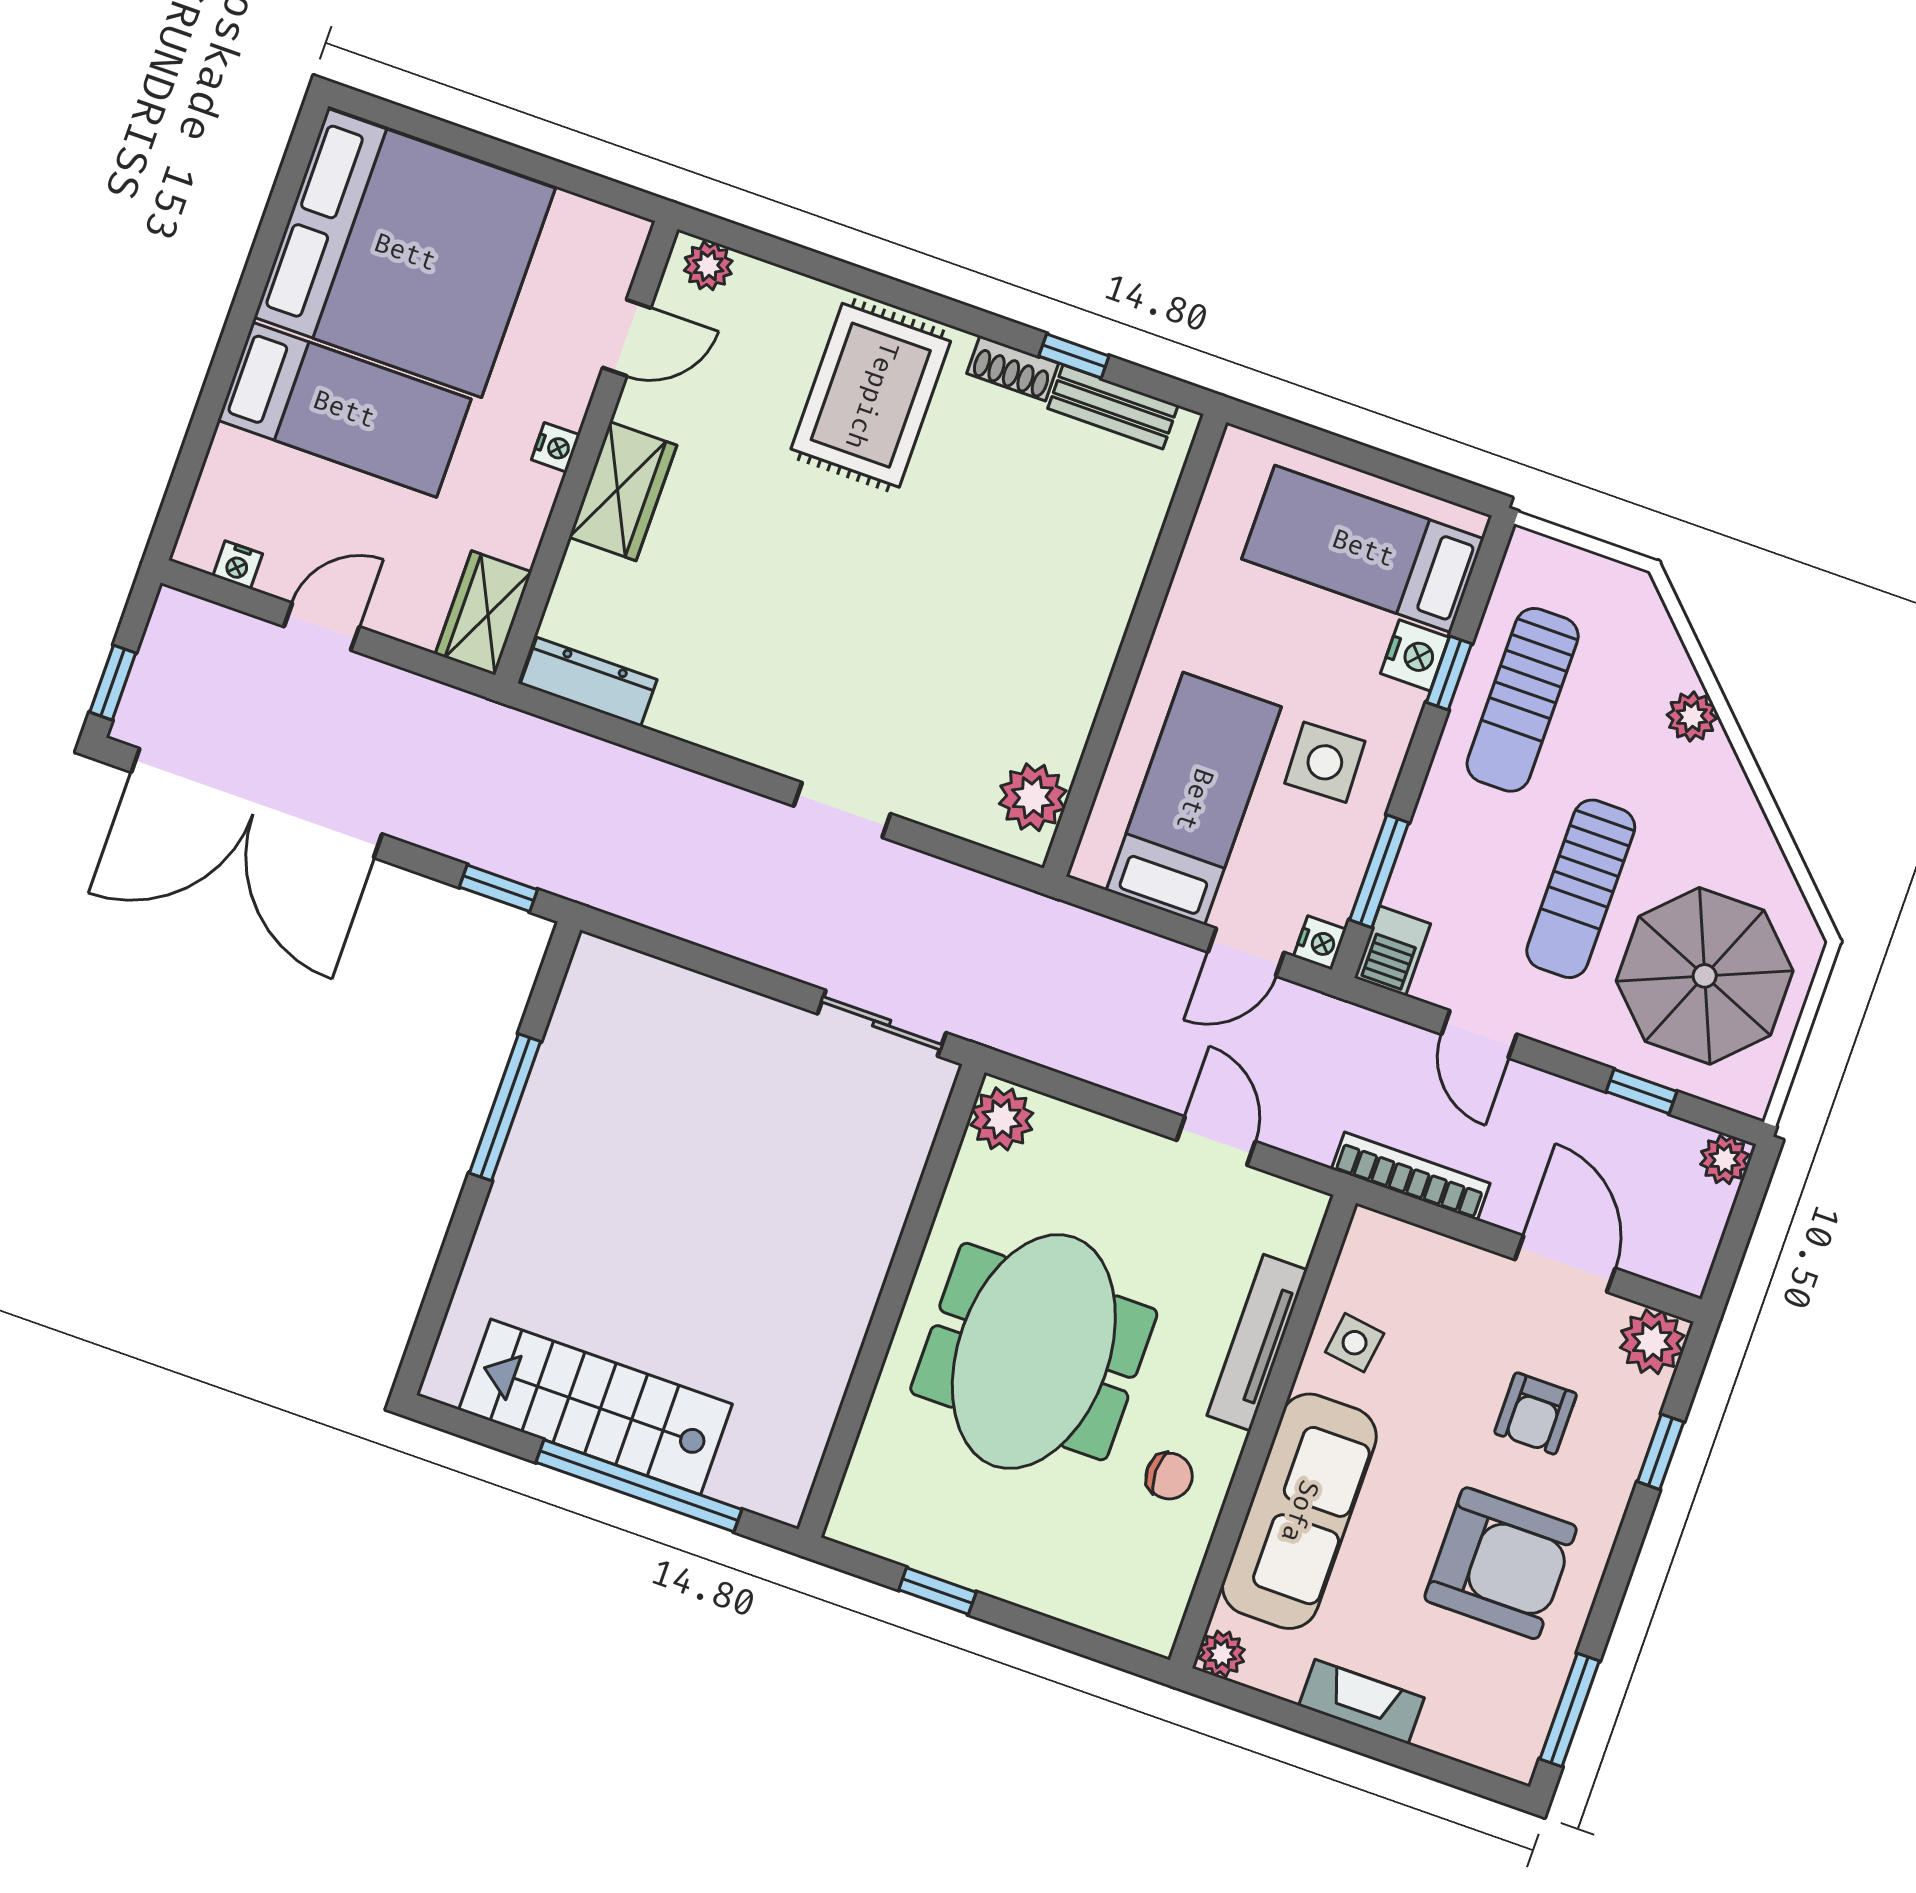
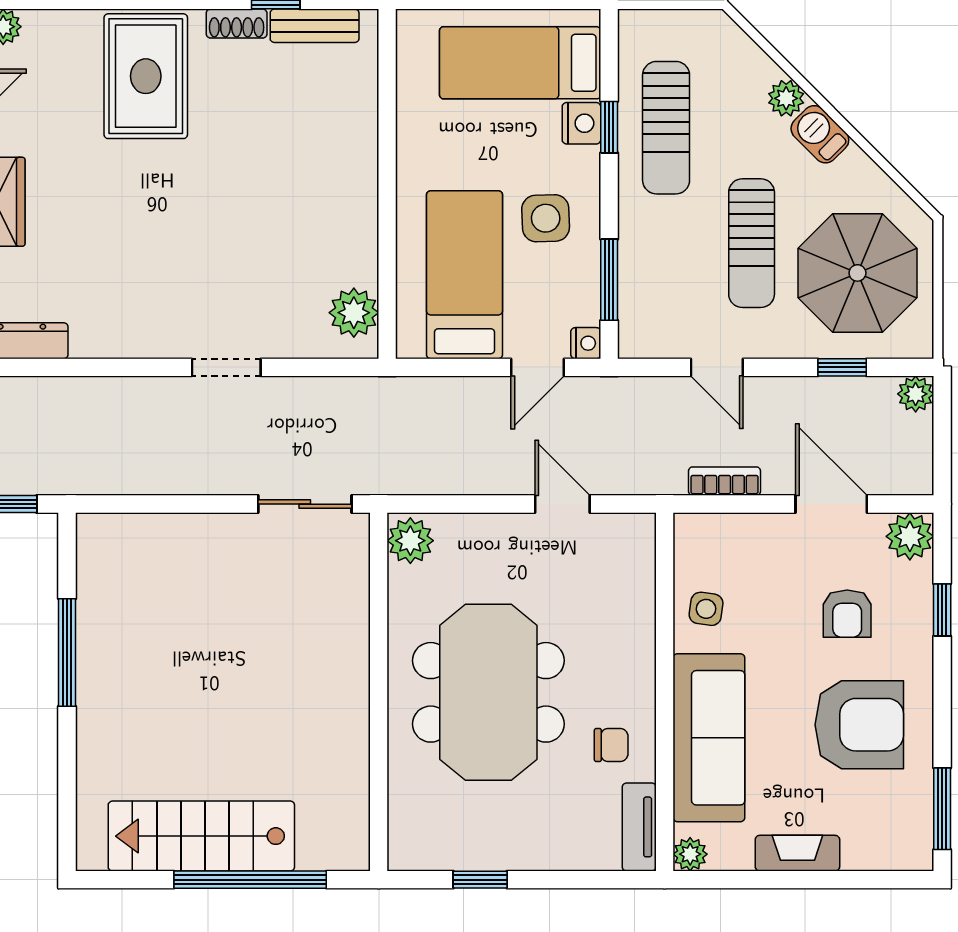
barbecue: (1392, 951) -> (820, 134), moved, turned 135
bookcase: (1411, 1176) -> (725, 481), width x0.64
tv unit: (1257, 1343) -> (639, 827), moved, width x0.71

